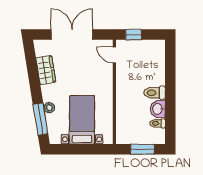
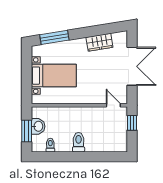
door: (114, 55) -> (113, 105), hinge flipped
plant: (49, 108) -> (65, 45), removed
washbasin: (158, 109) -> (38, 126), moved, turned 90

